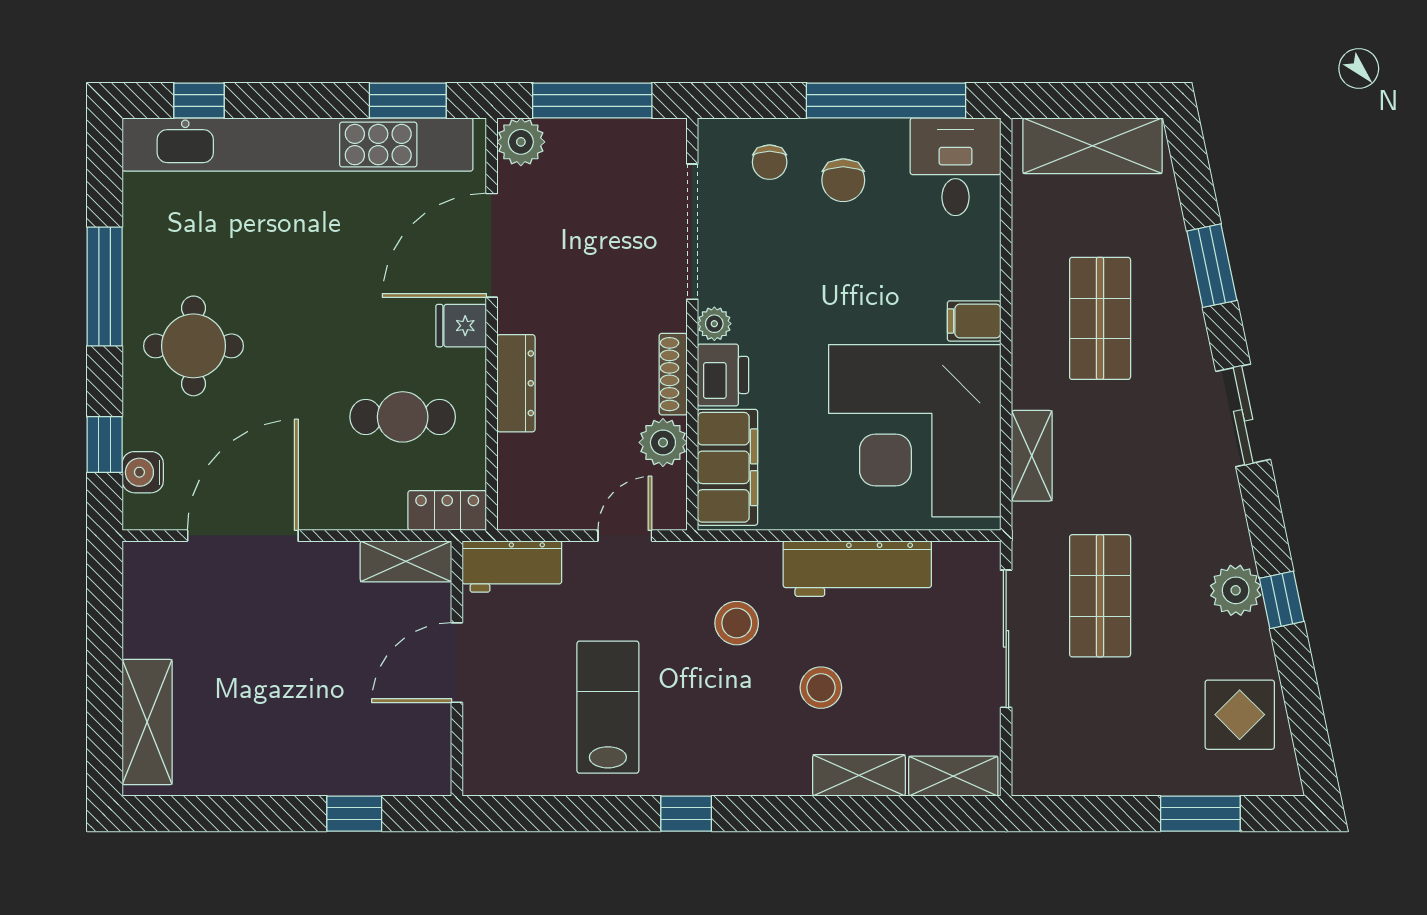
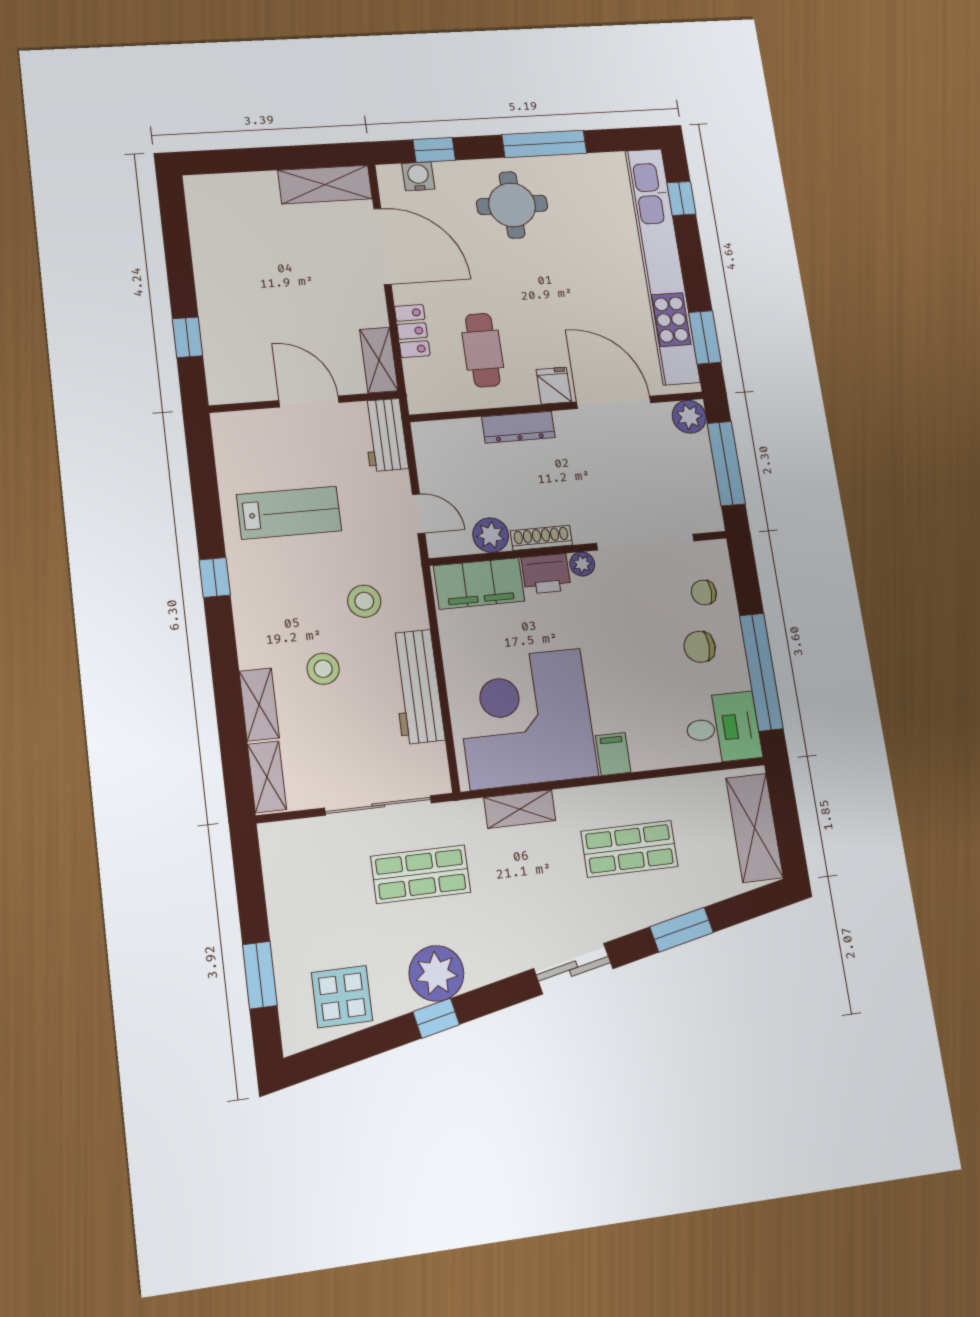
locker: (447, 510) -> (412, 331), moved
plant: (1236, 590) -> (436, 973), width x1.36, depth x1.36
shelving: (147, 722) -> (325, 185), moved

